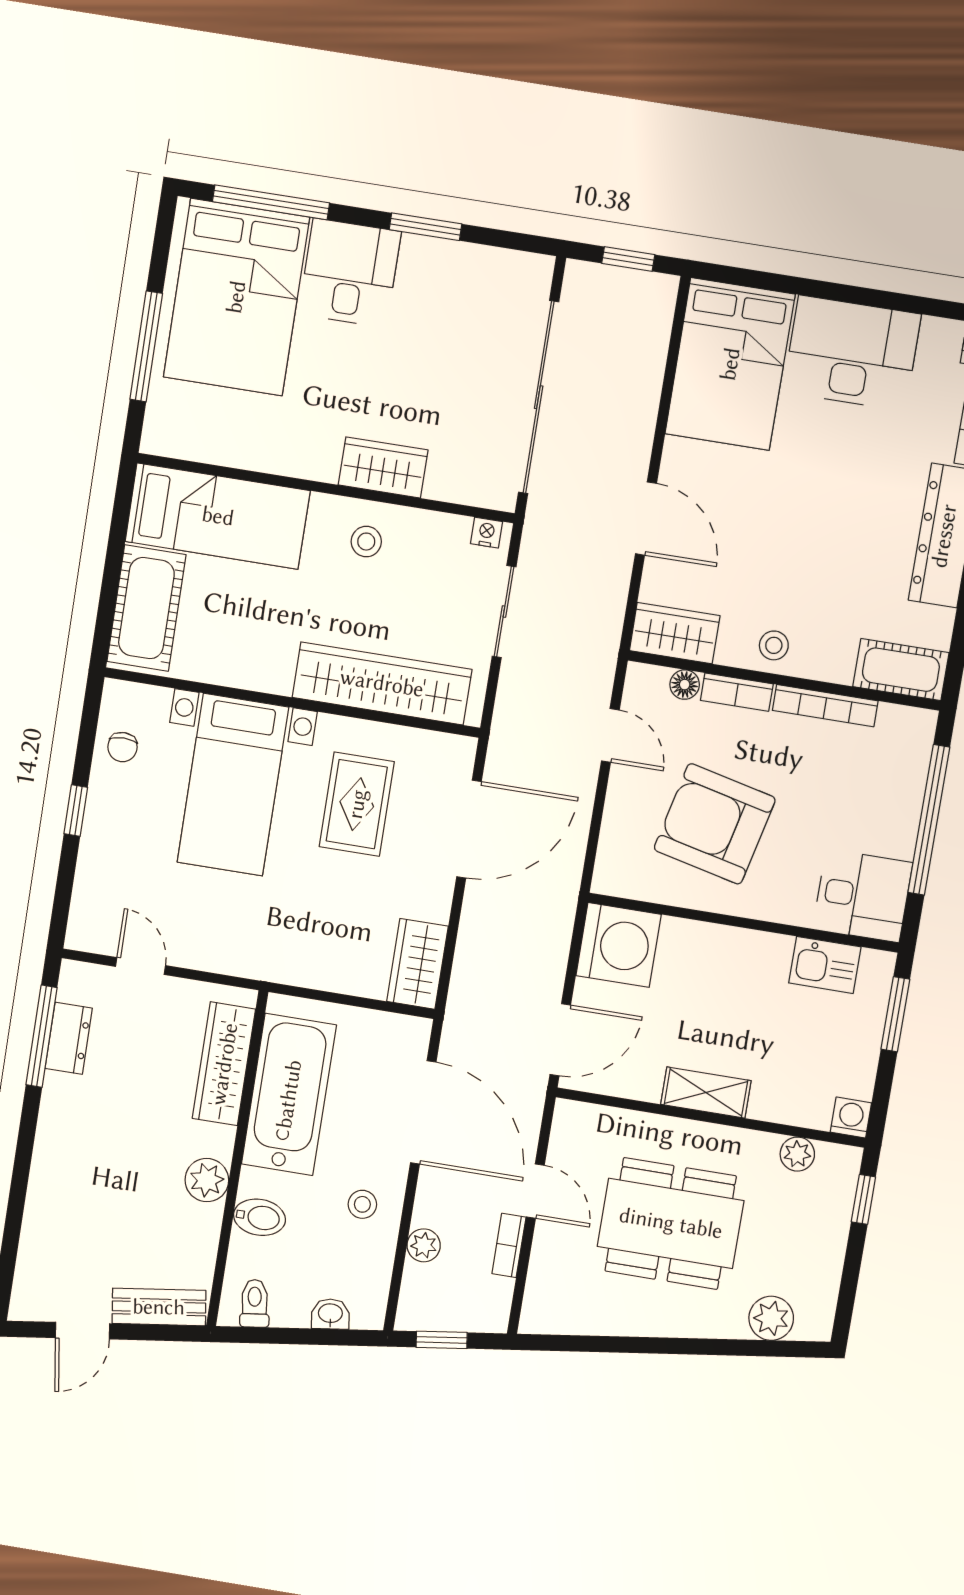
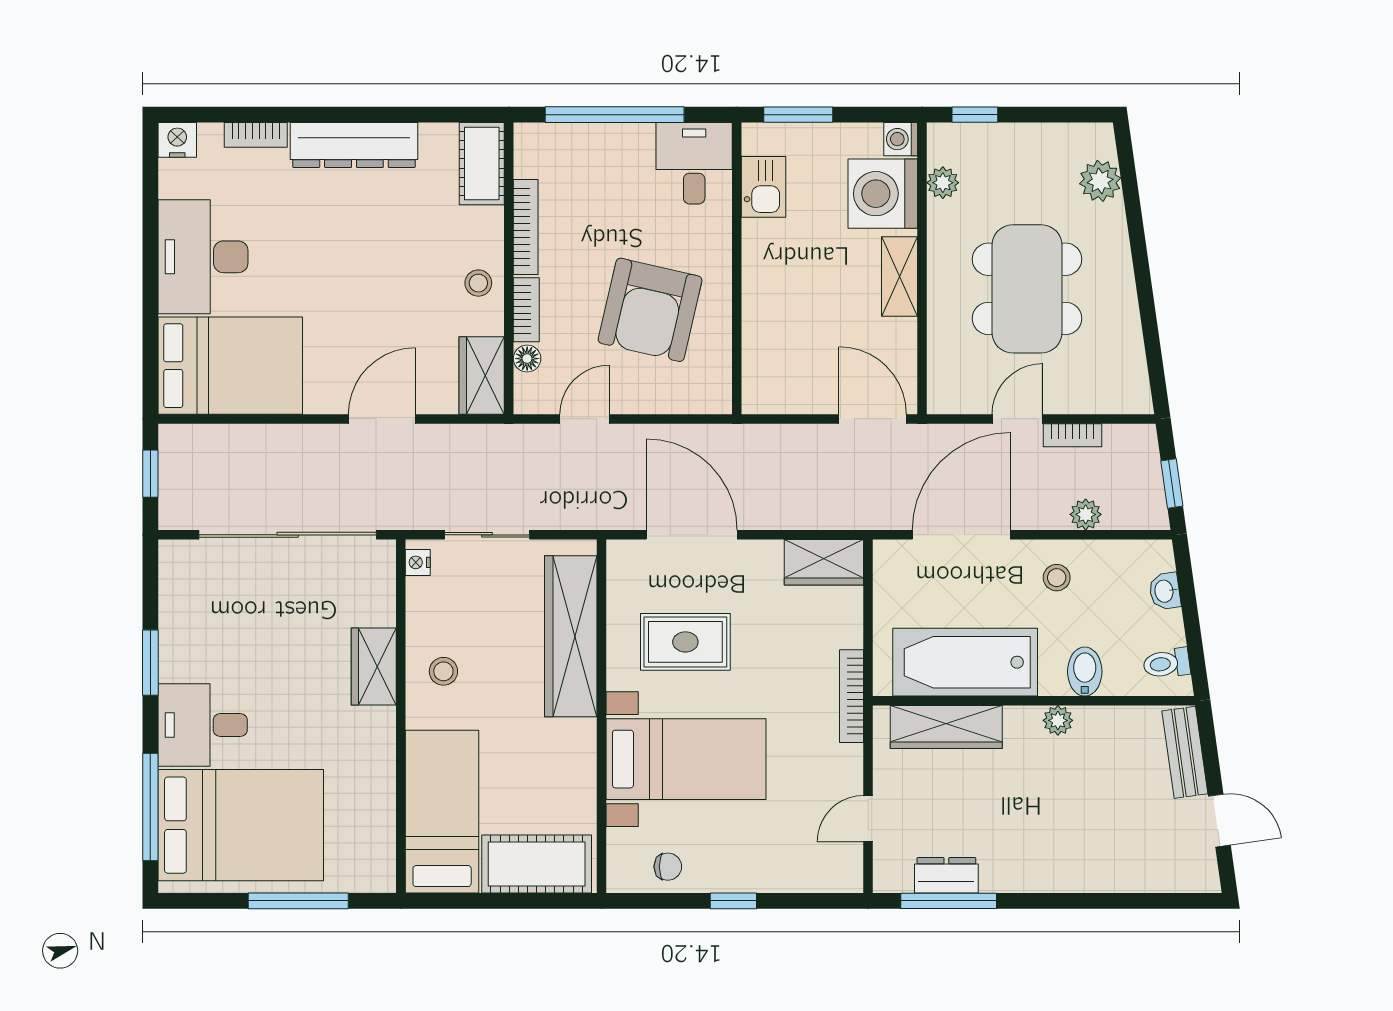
washing machine: (619, 945) -> (883, 194), moved, turned -90
bookcase: (272, 970) -> (852, 696), added
plant: (207, 1180) -> (1058, 720), width x0.73, depth x0.73

